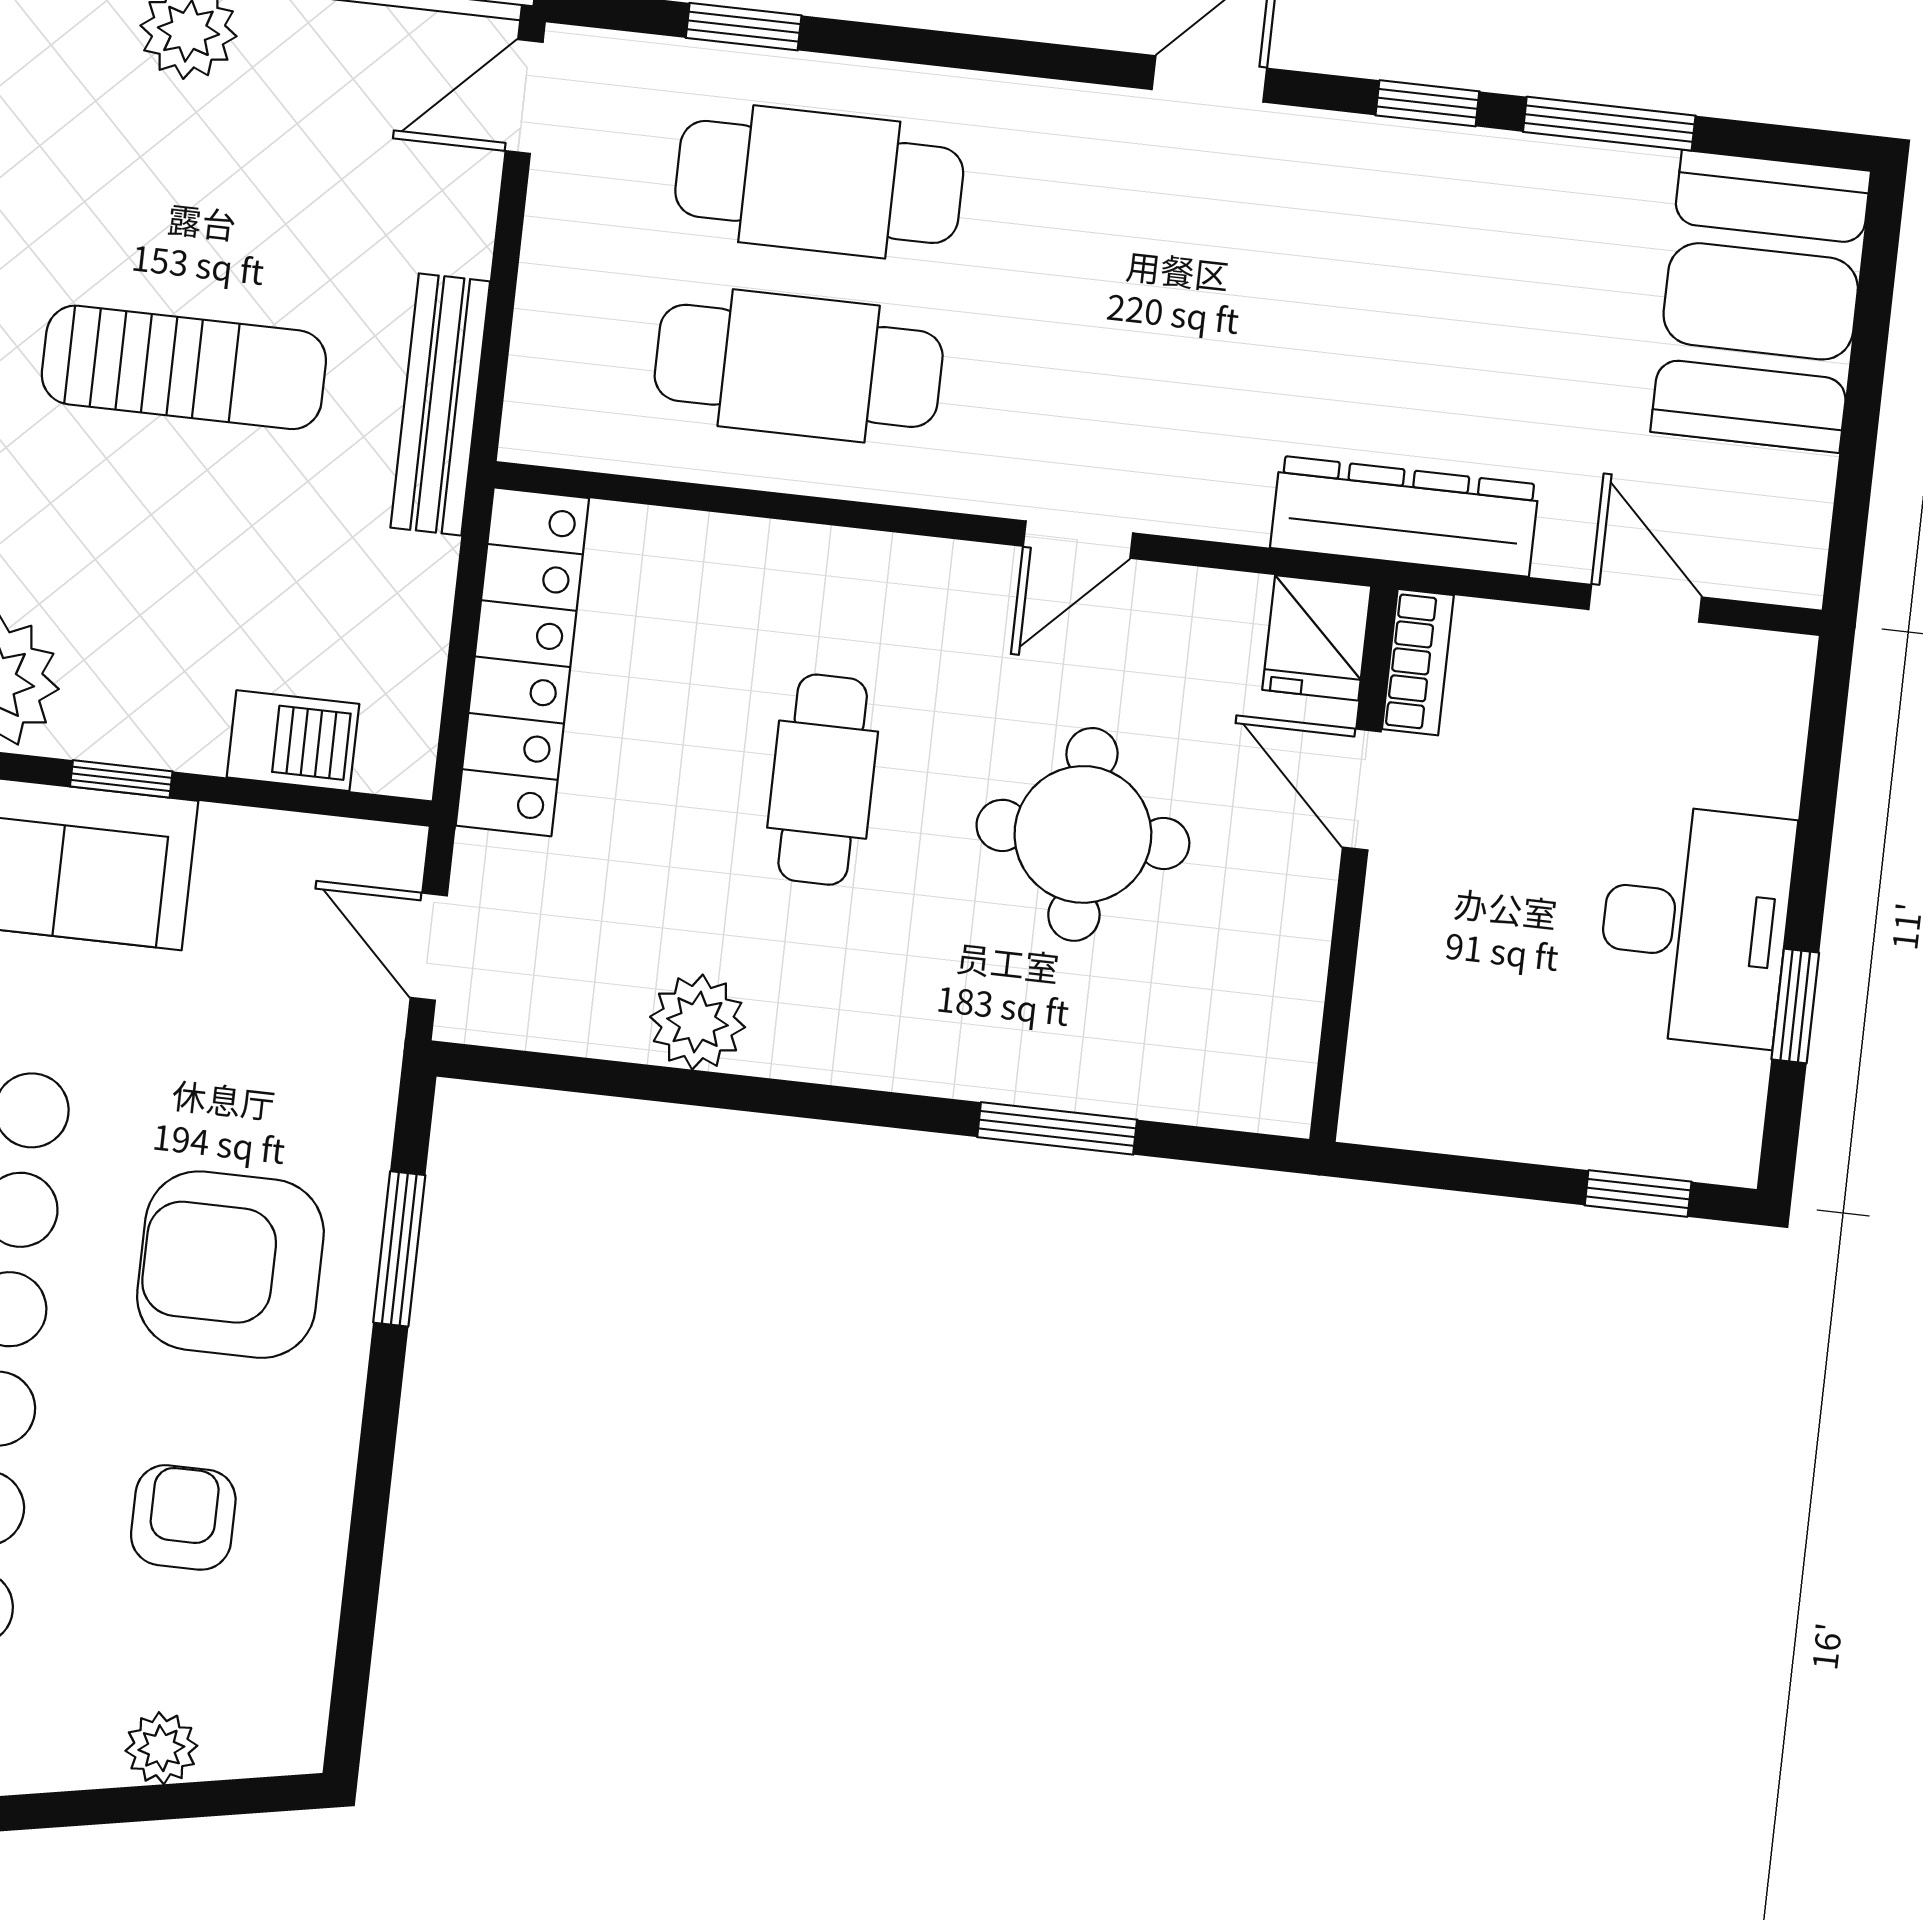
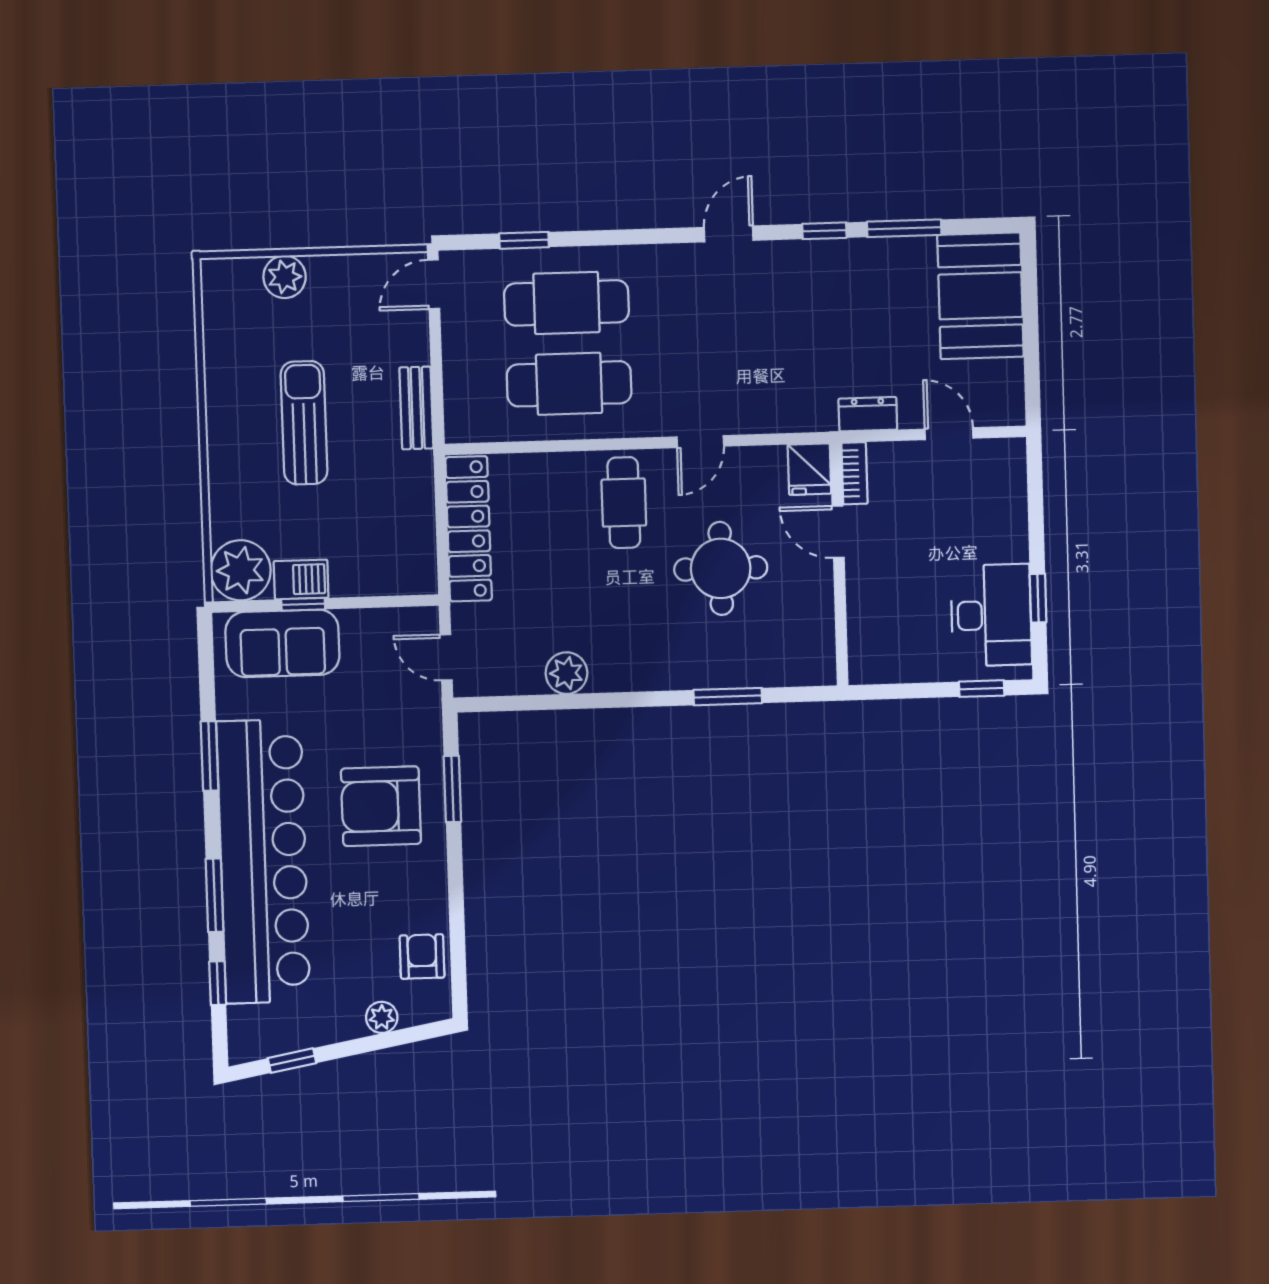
sun lounger: (184, 367) -> (304, 423), turned -90
bench: (440, 404) -> (416, 408), width x0.73
dresser: (1405, 516) -> (868, 414), width x0.51, depth x0.80
barbecue: (293, 741) -> (301, 579), moved
cafe table: (823, 780) -> (624, 503), moved
desk: (1695, 925) -> (991, 615), moved
armchair: (183, 1517) -> (422, 957), moved

